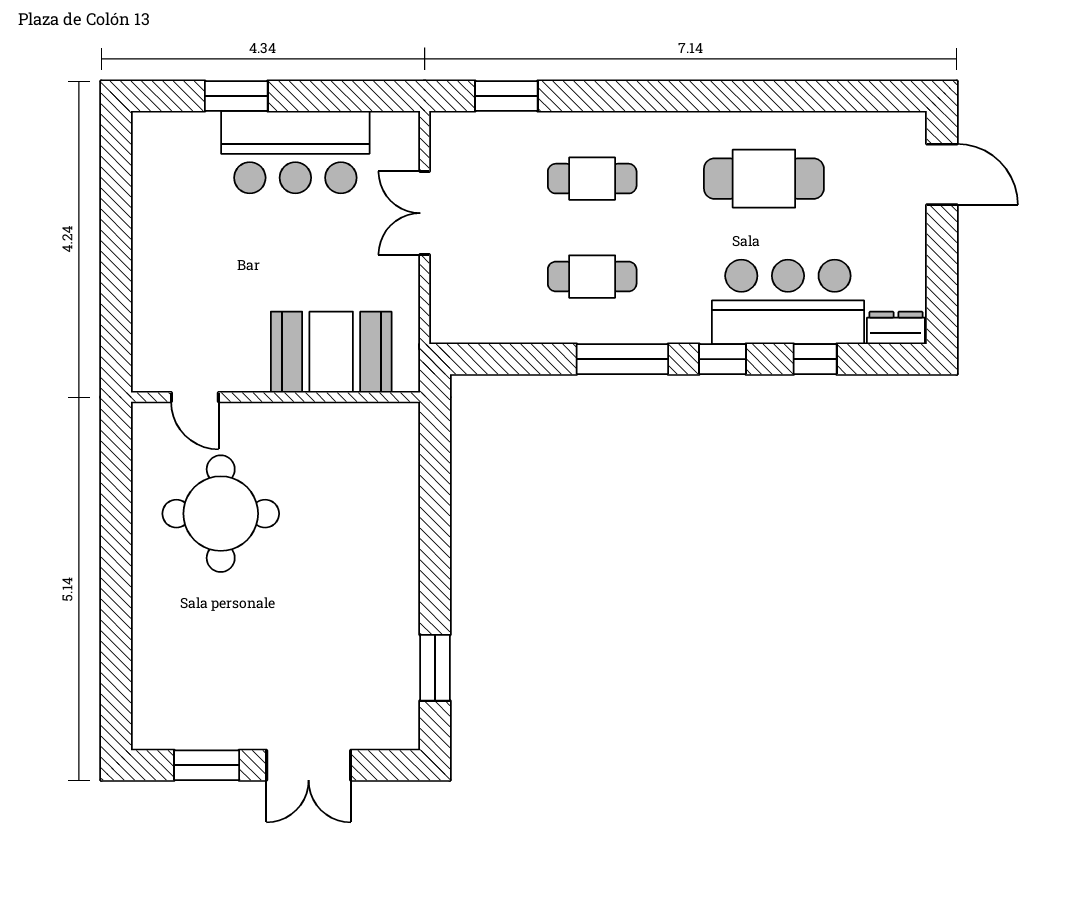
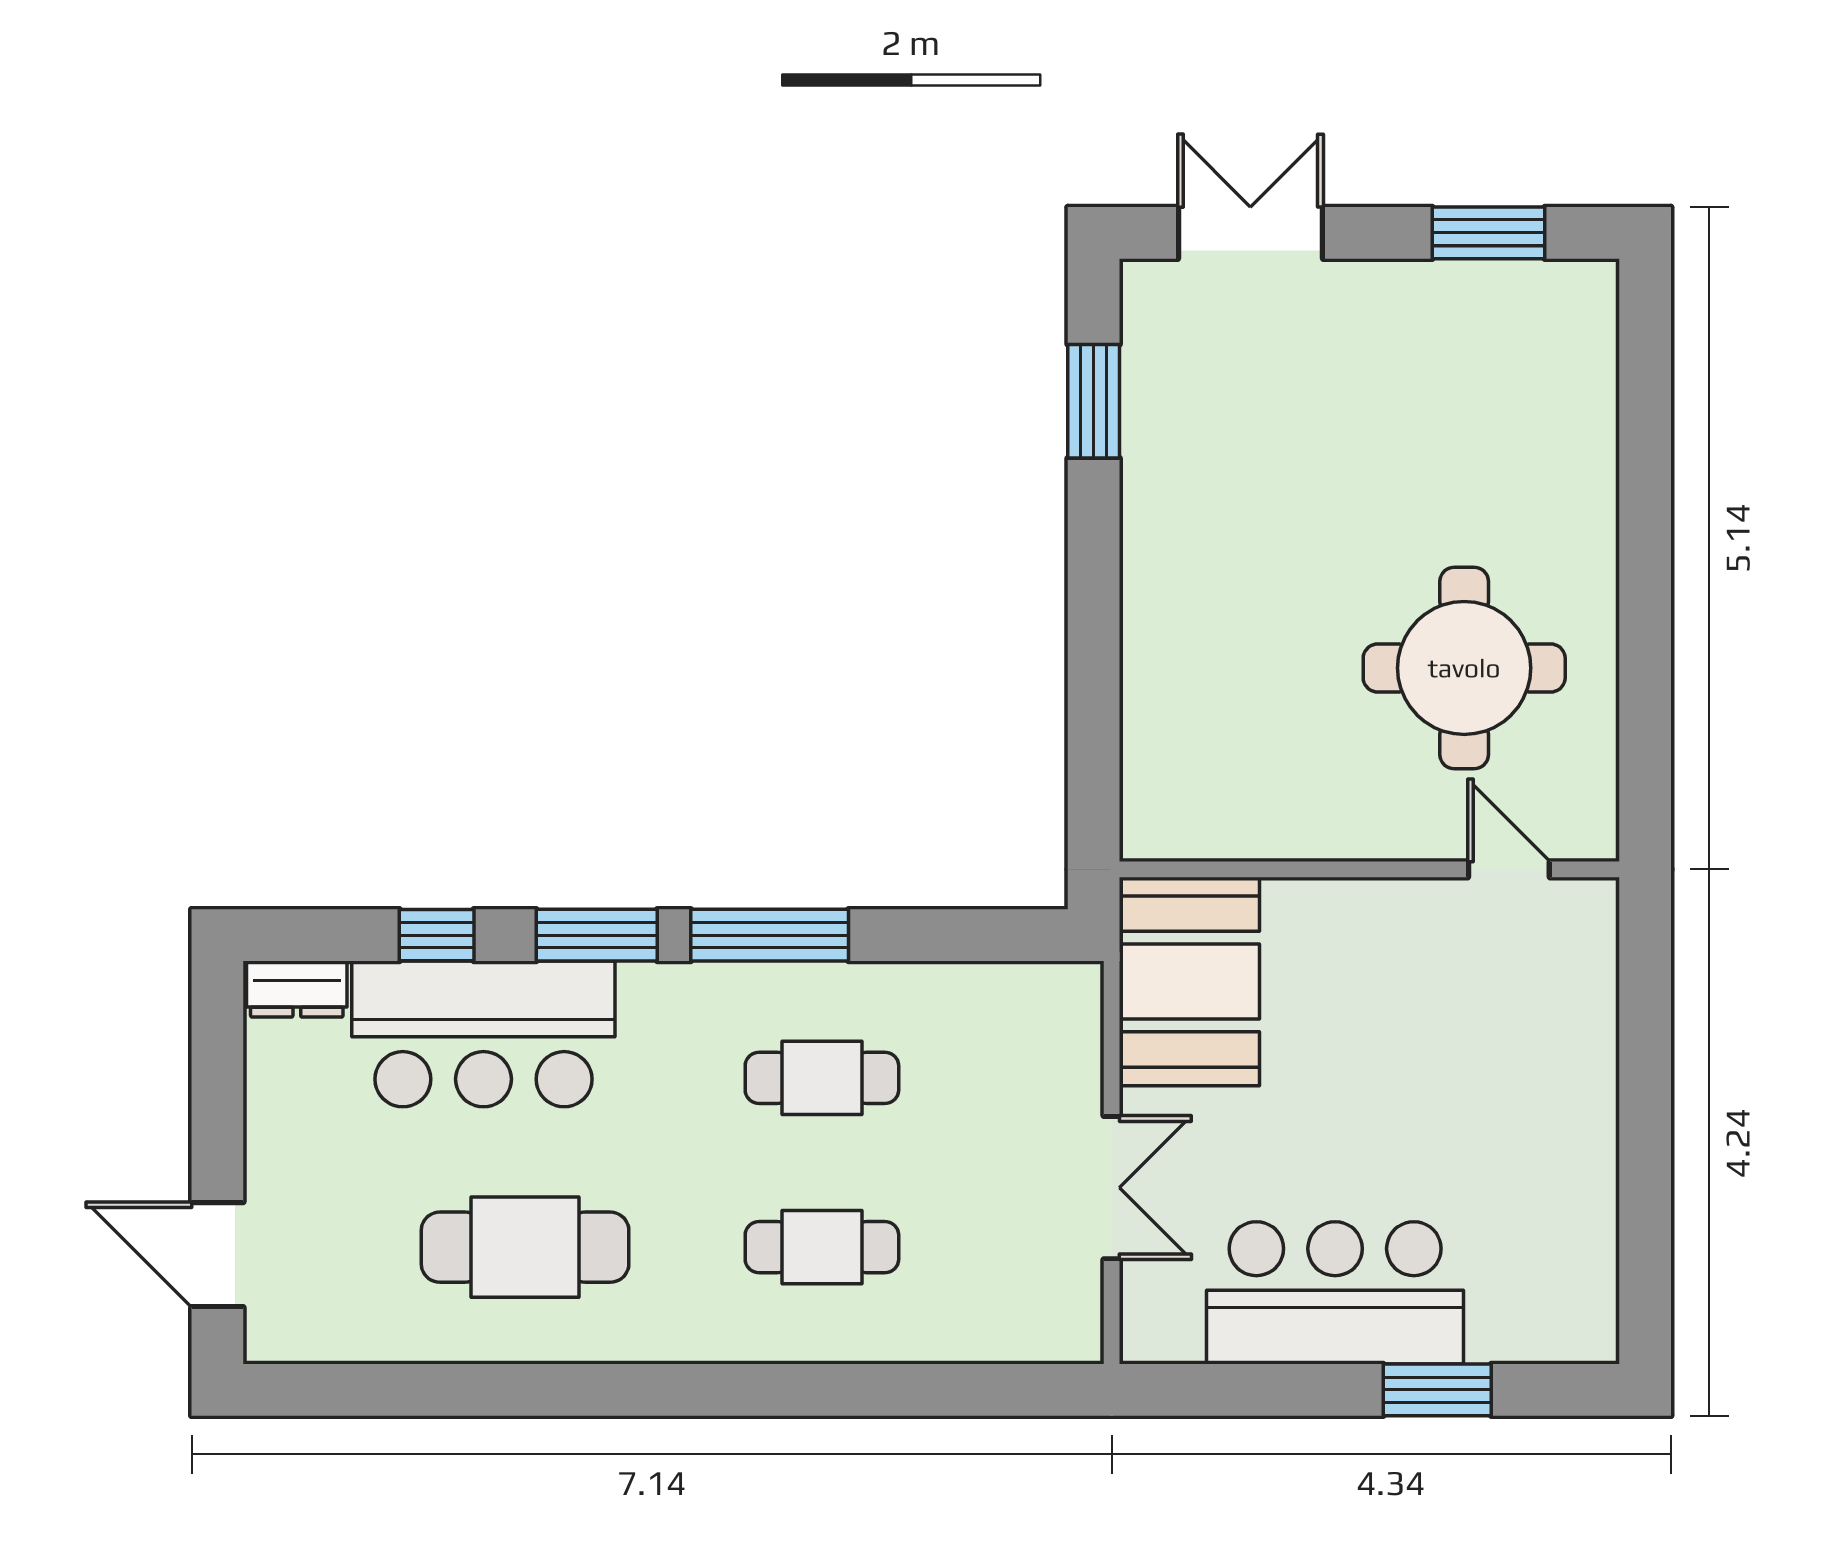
window: (506, 96) -> (970, 1390), removed
booth: (331, 352) -> (1189, 982), moved, turned 90
window: (722, 359) -> (597, 935), width x1.50
double door: (309, 765) -> (1250, 233), moved

